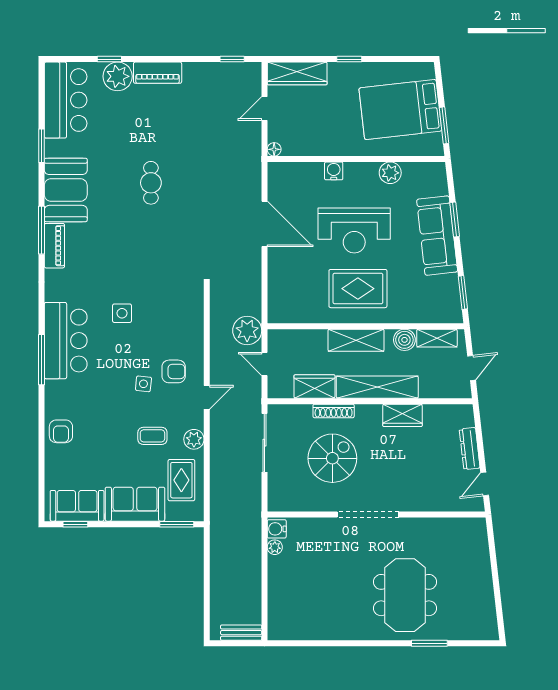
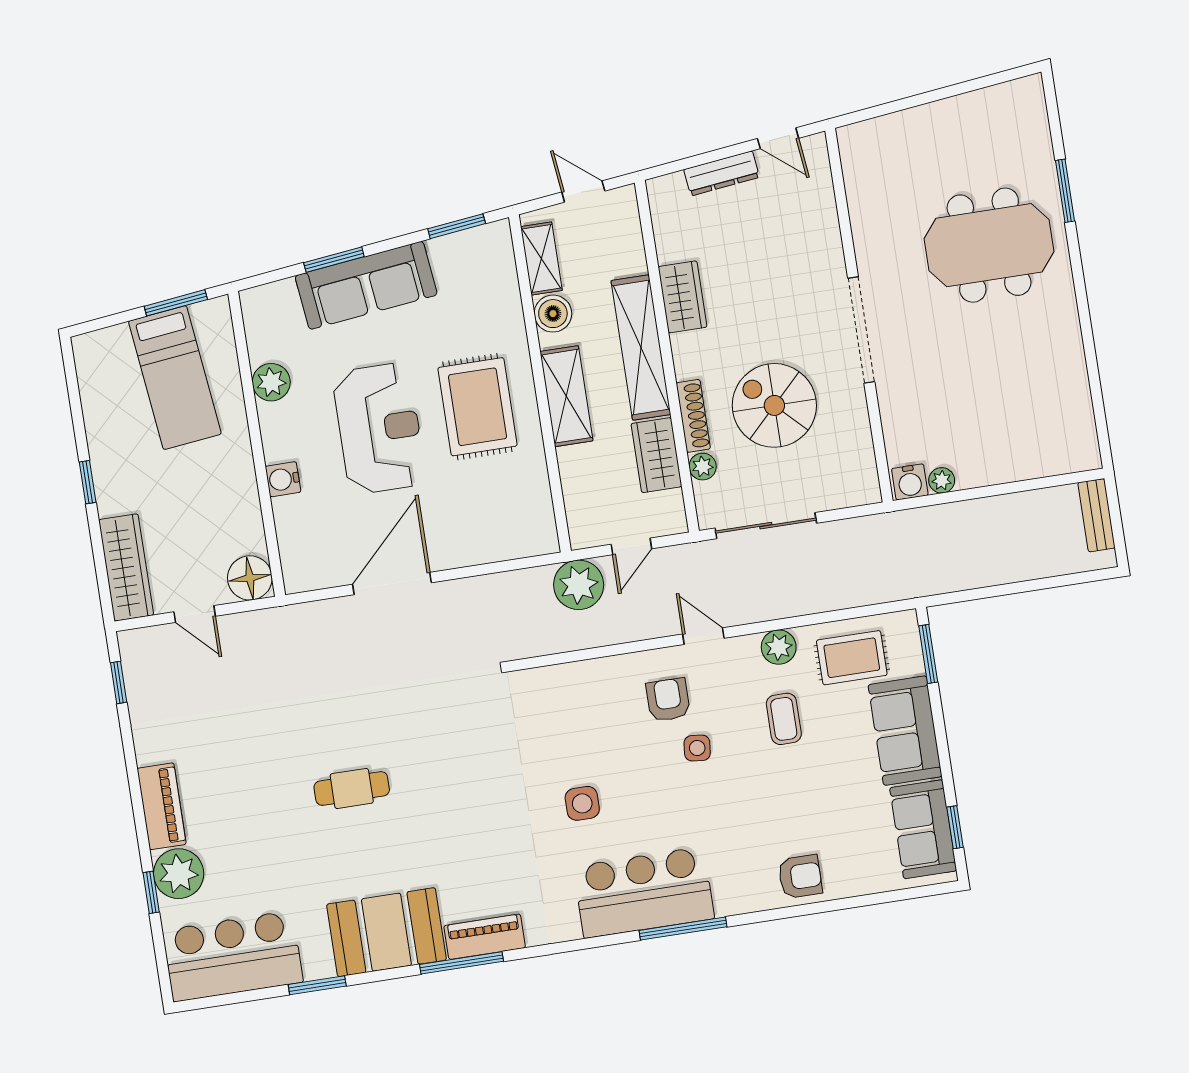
bed: (400, 110) -> (175, 378), width x0.67
floor lamp: (274, 149) -> (250, 578), width x1.89, depth x1.89
plant: (304, 412) -> (703, 467), added

